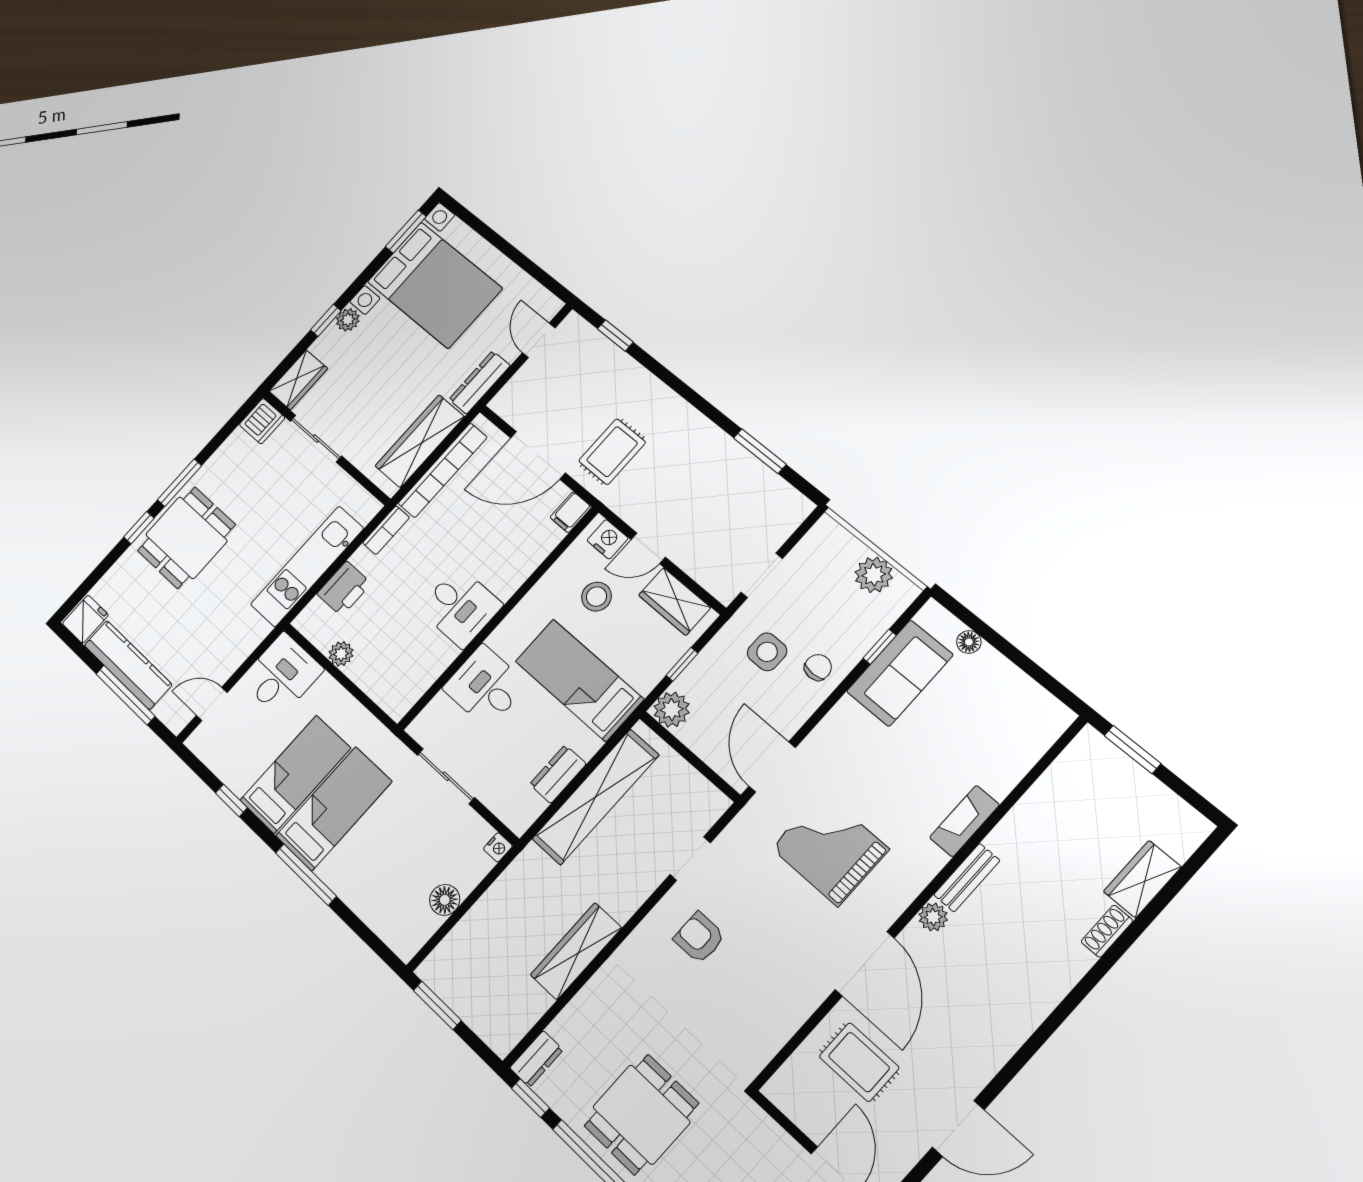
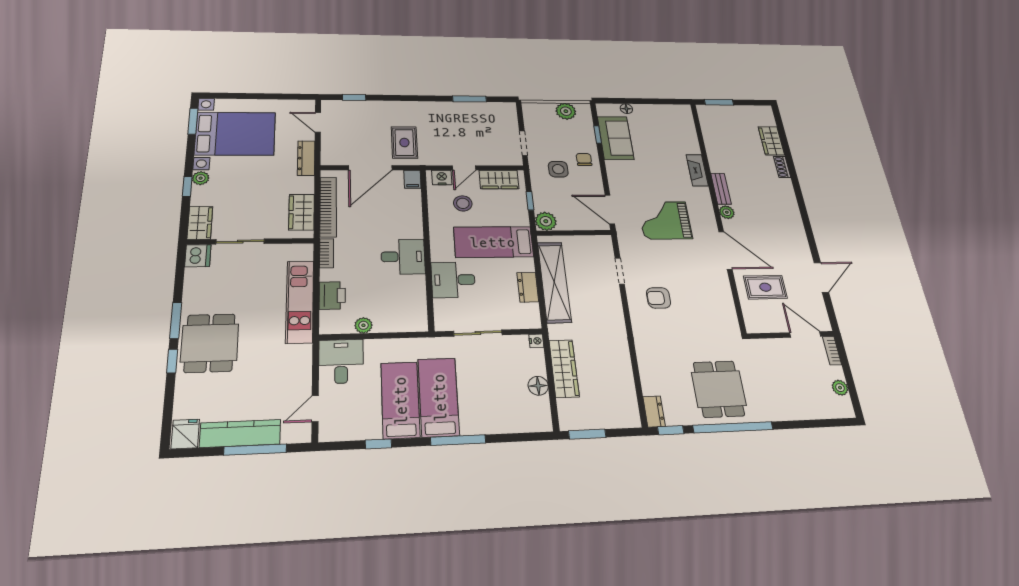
wardrobe: (420, 441) -> (302, 212), width x0.67
wardrobe: (576, 951) -> (564, 368), moved, turned 180

